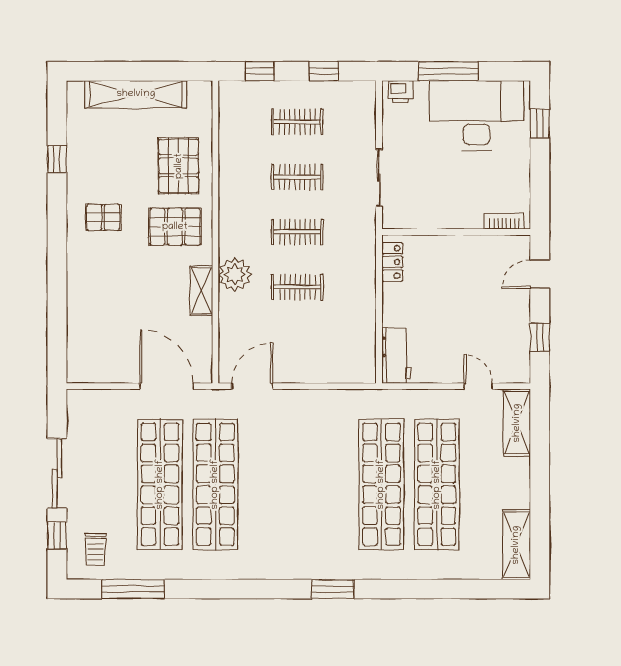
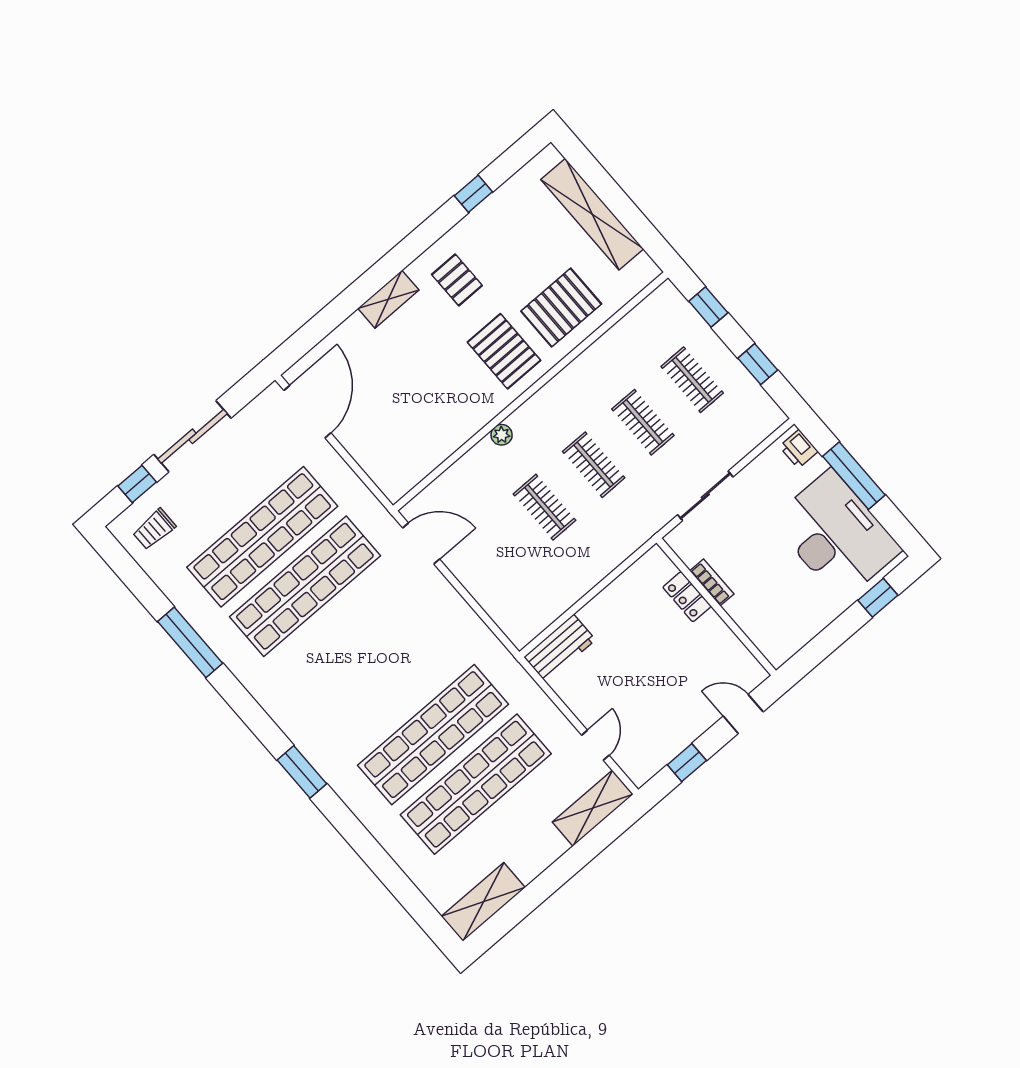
bookcase: (504, 221) -> (712, 582), moved
locker: (392, 262) -> (687, 597), moved, turned 90
plant: (235, 274) -> (502, 435), width x0.53, depth x0.53
shelving: (201, 290) -> (388, 299), moved
door: (167, 386) -> (307, 412), moved
window: (133, 589) -> (190, 642), moved

